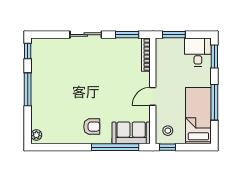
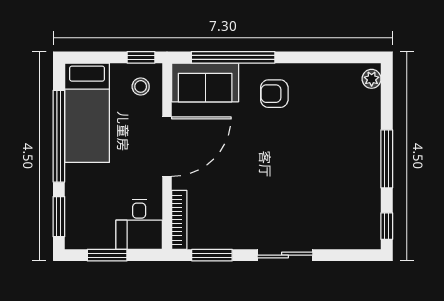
window: (174, 35) -> (107, 255), moved
desk: (198, 52) -> (139, 224), moved
door: (153, 96) -> (167, 147), width x1.88
window: (214, 102) -> (59, 136), width x1.46

